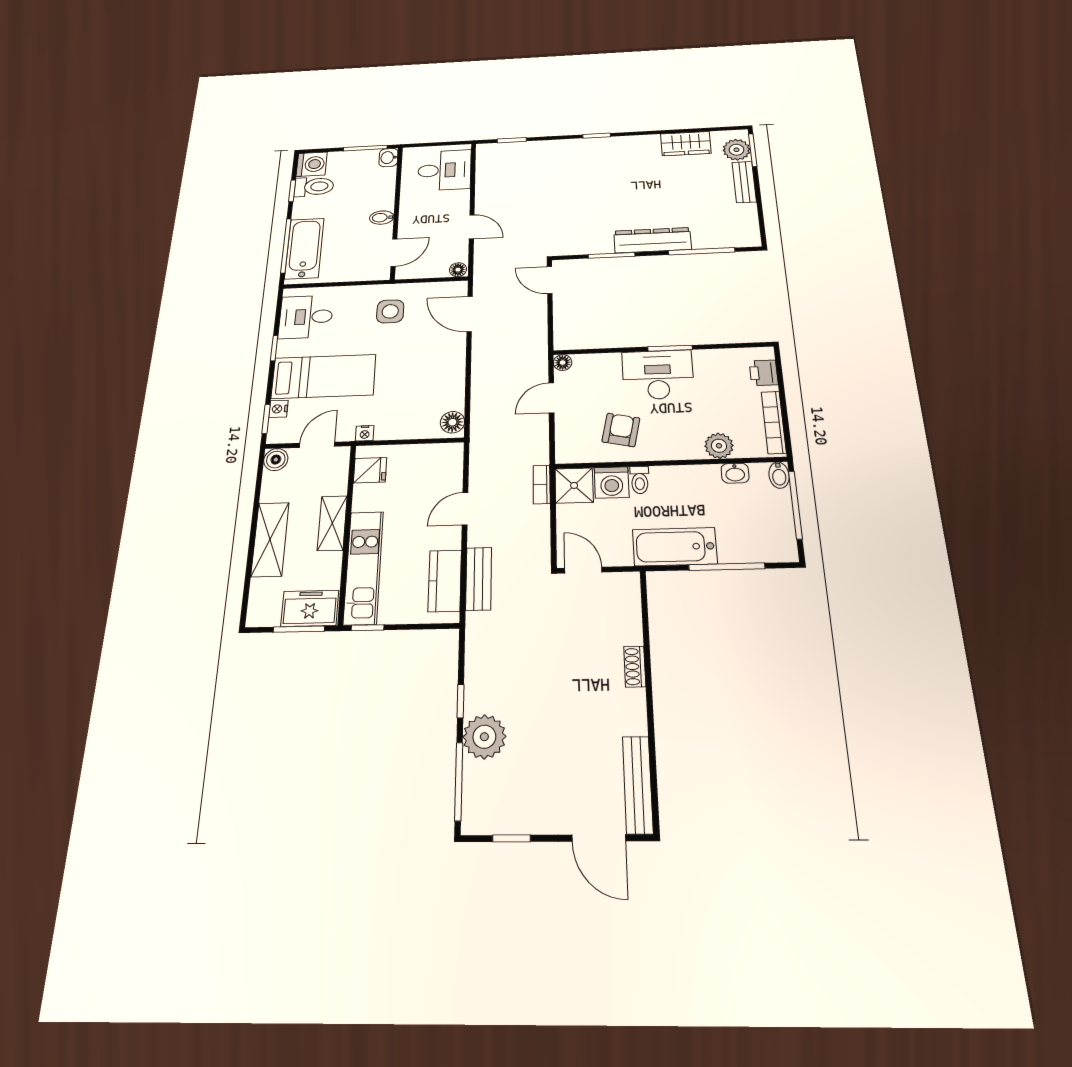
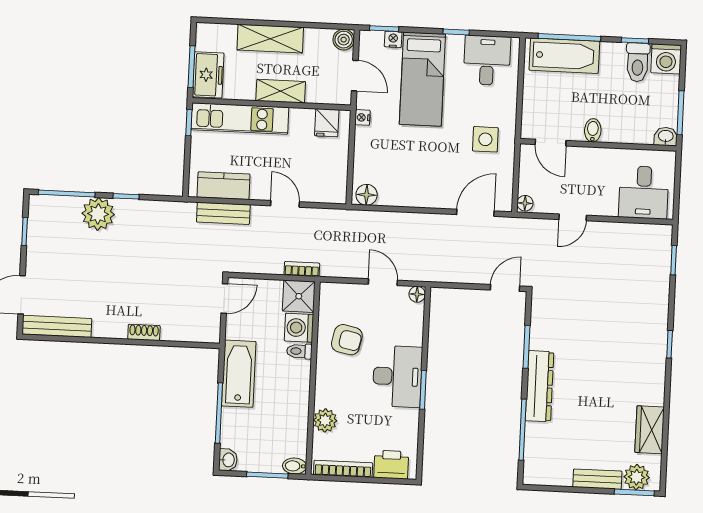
printer: (764, 373) -> (391, 465), width x1.36, depth x1.24
washbasin: (735, 473) -> (228, 460), moved, turned 180
window: (795, 505) -> (267, 475), width x0.69

